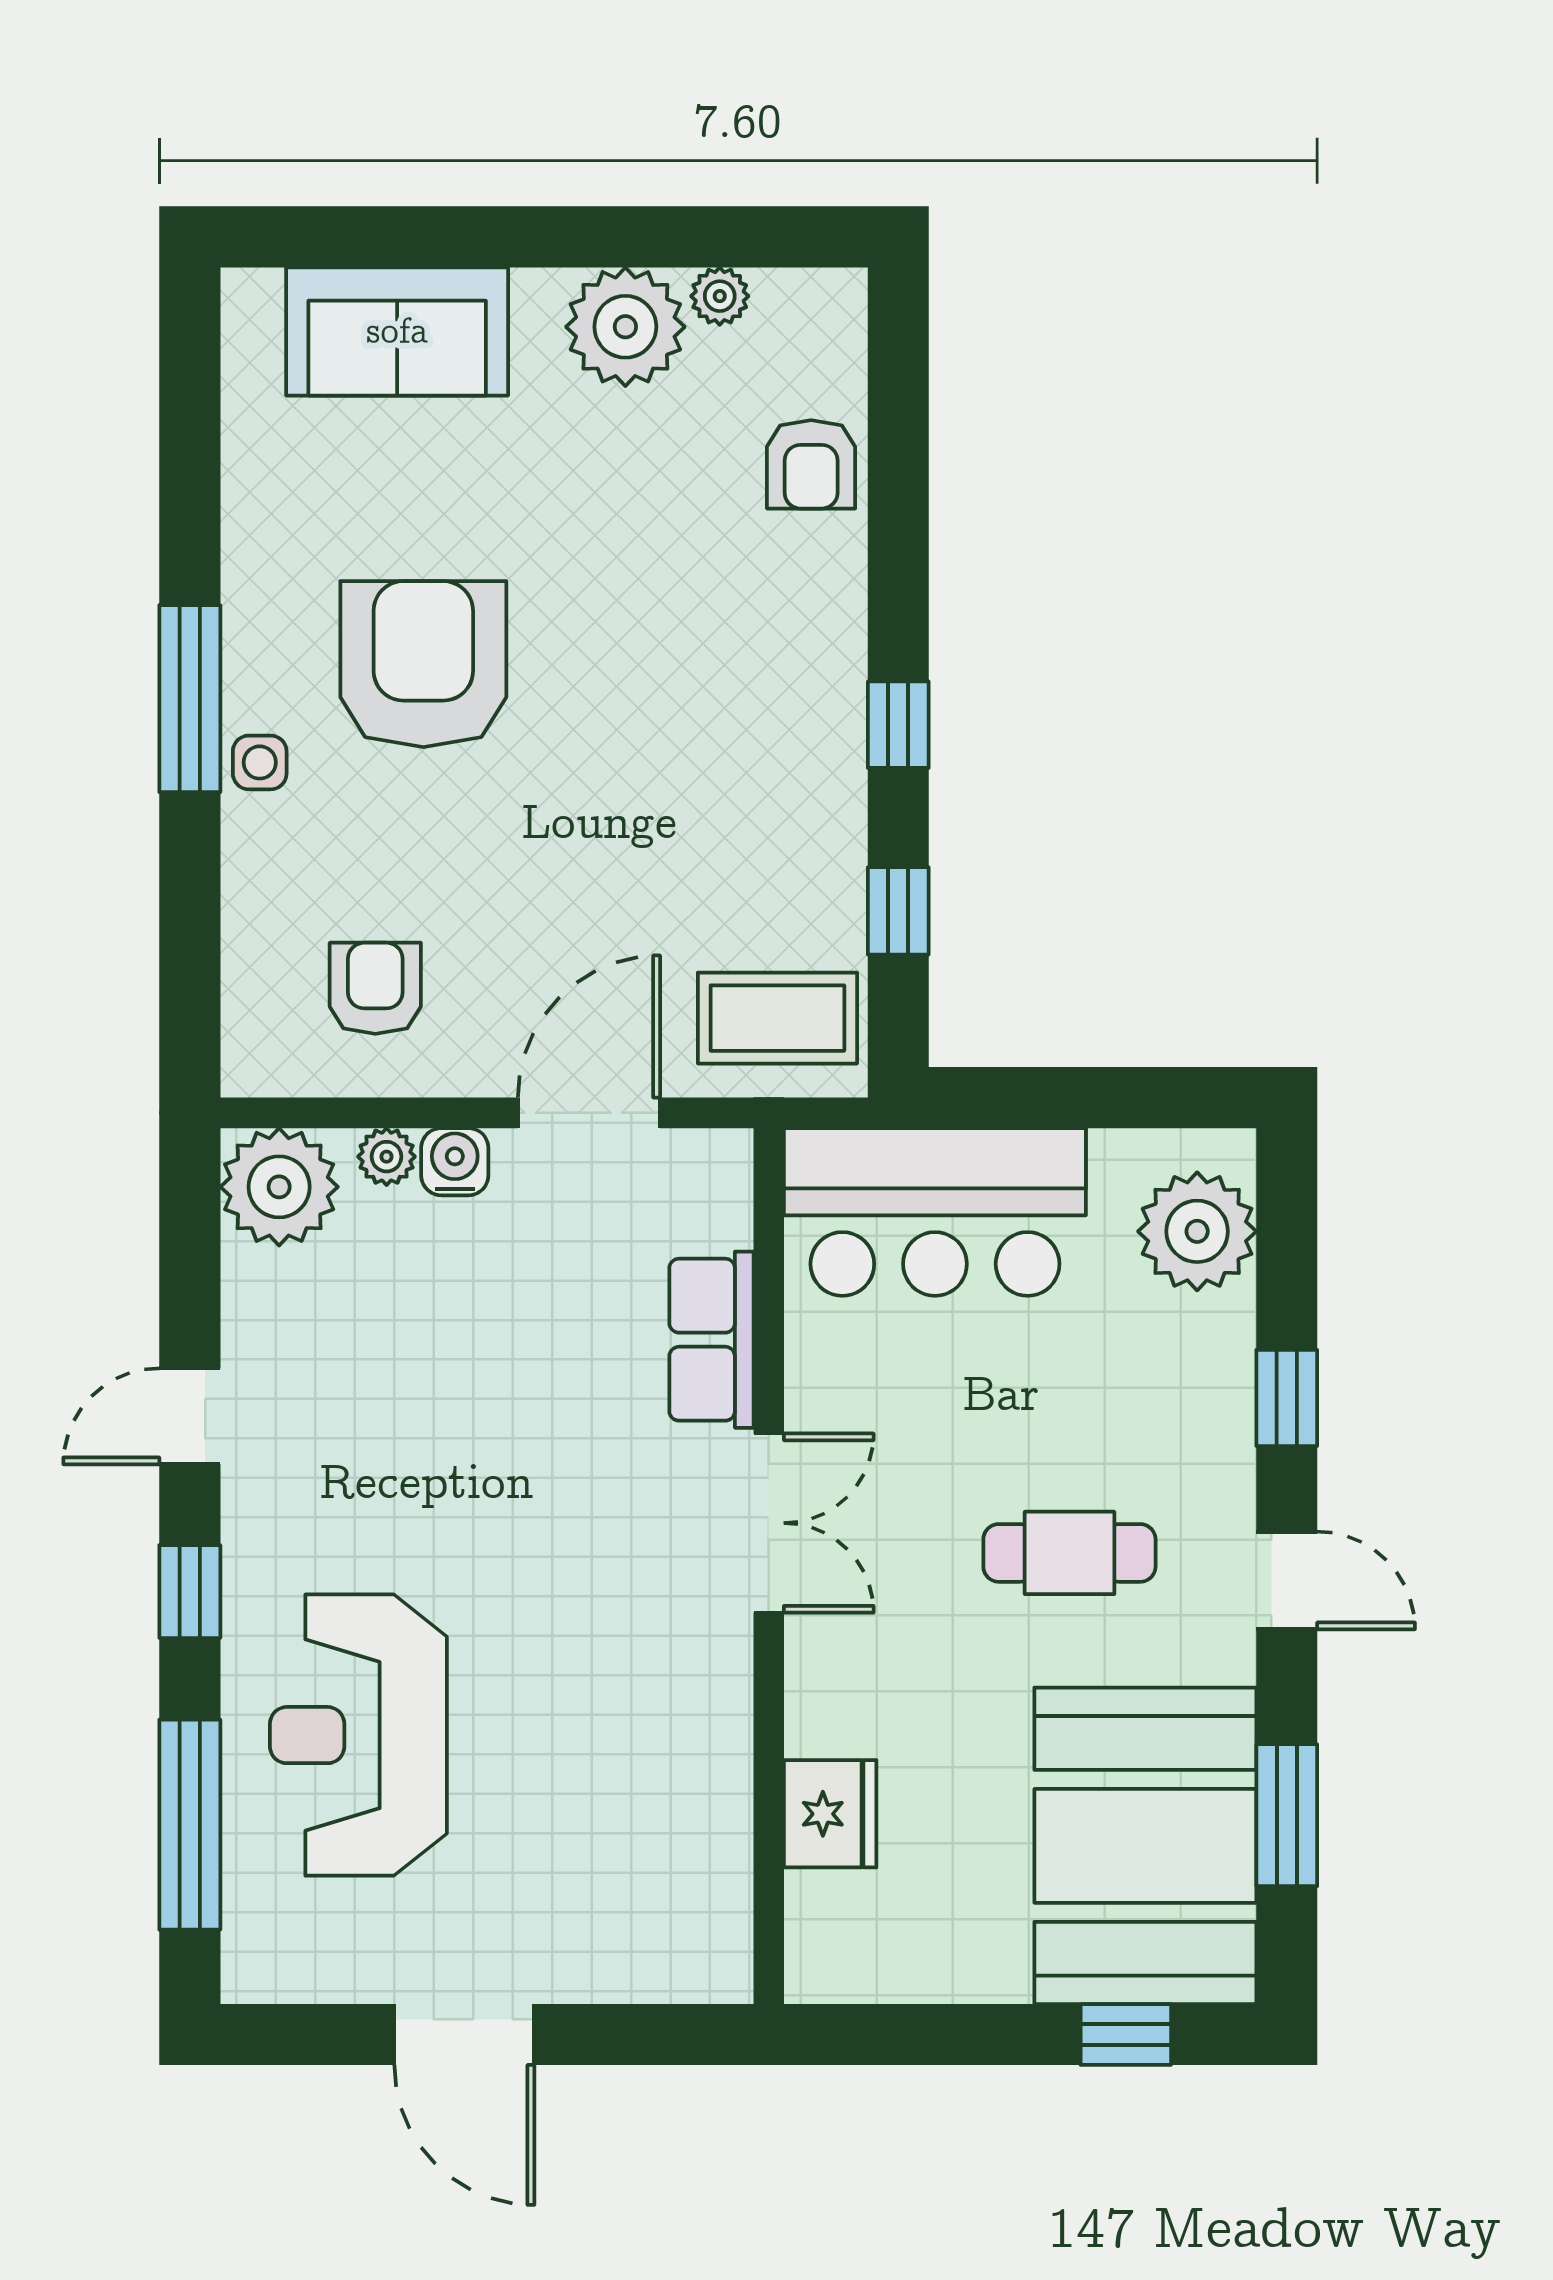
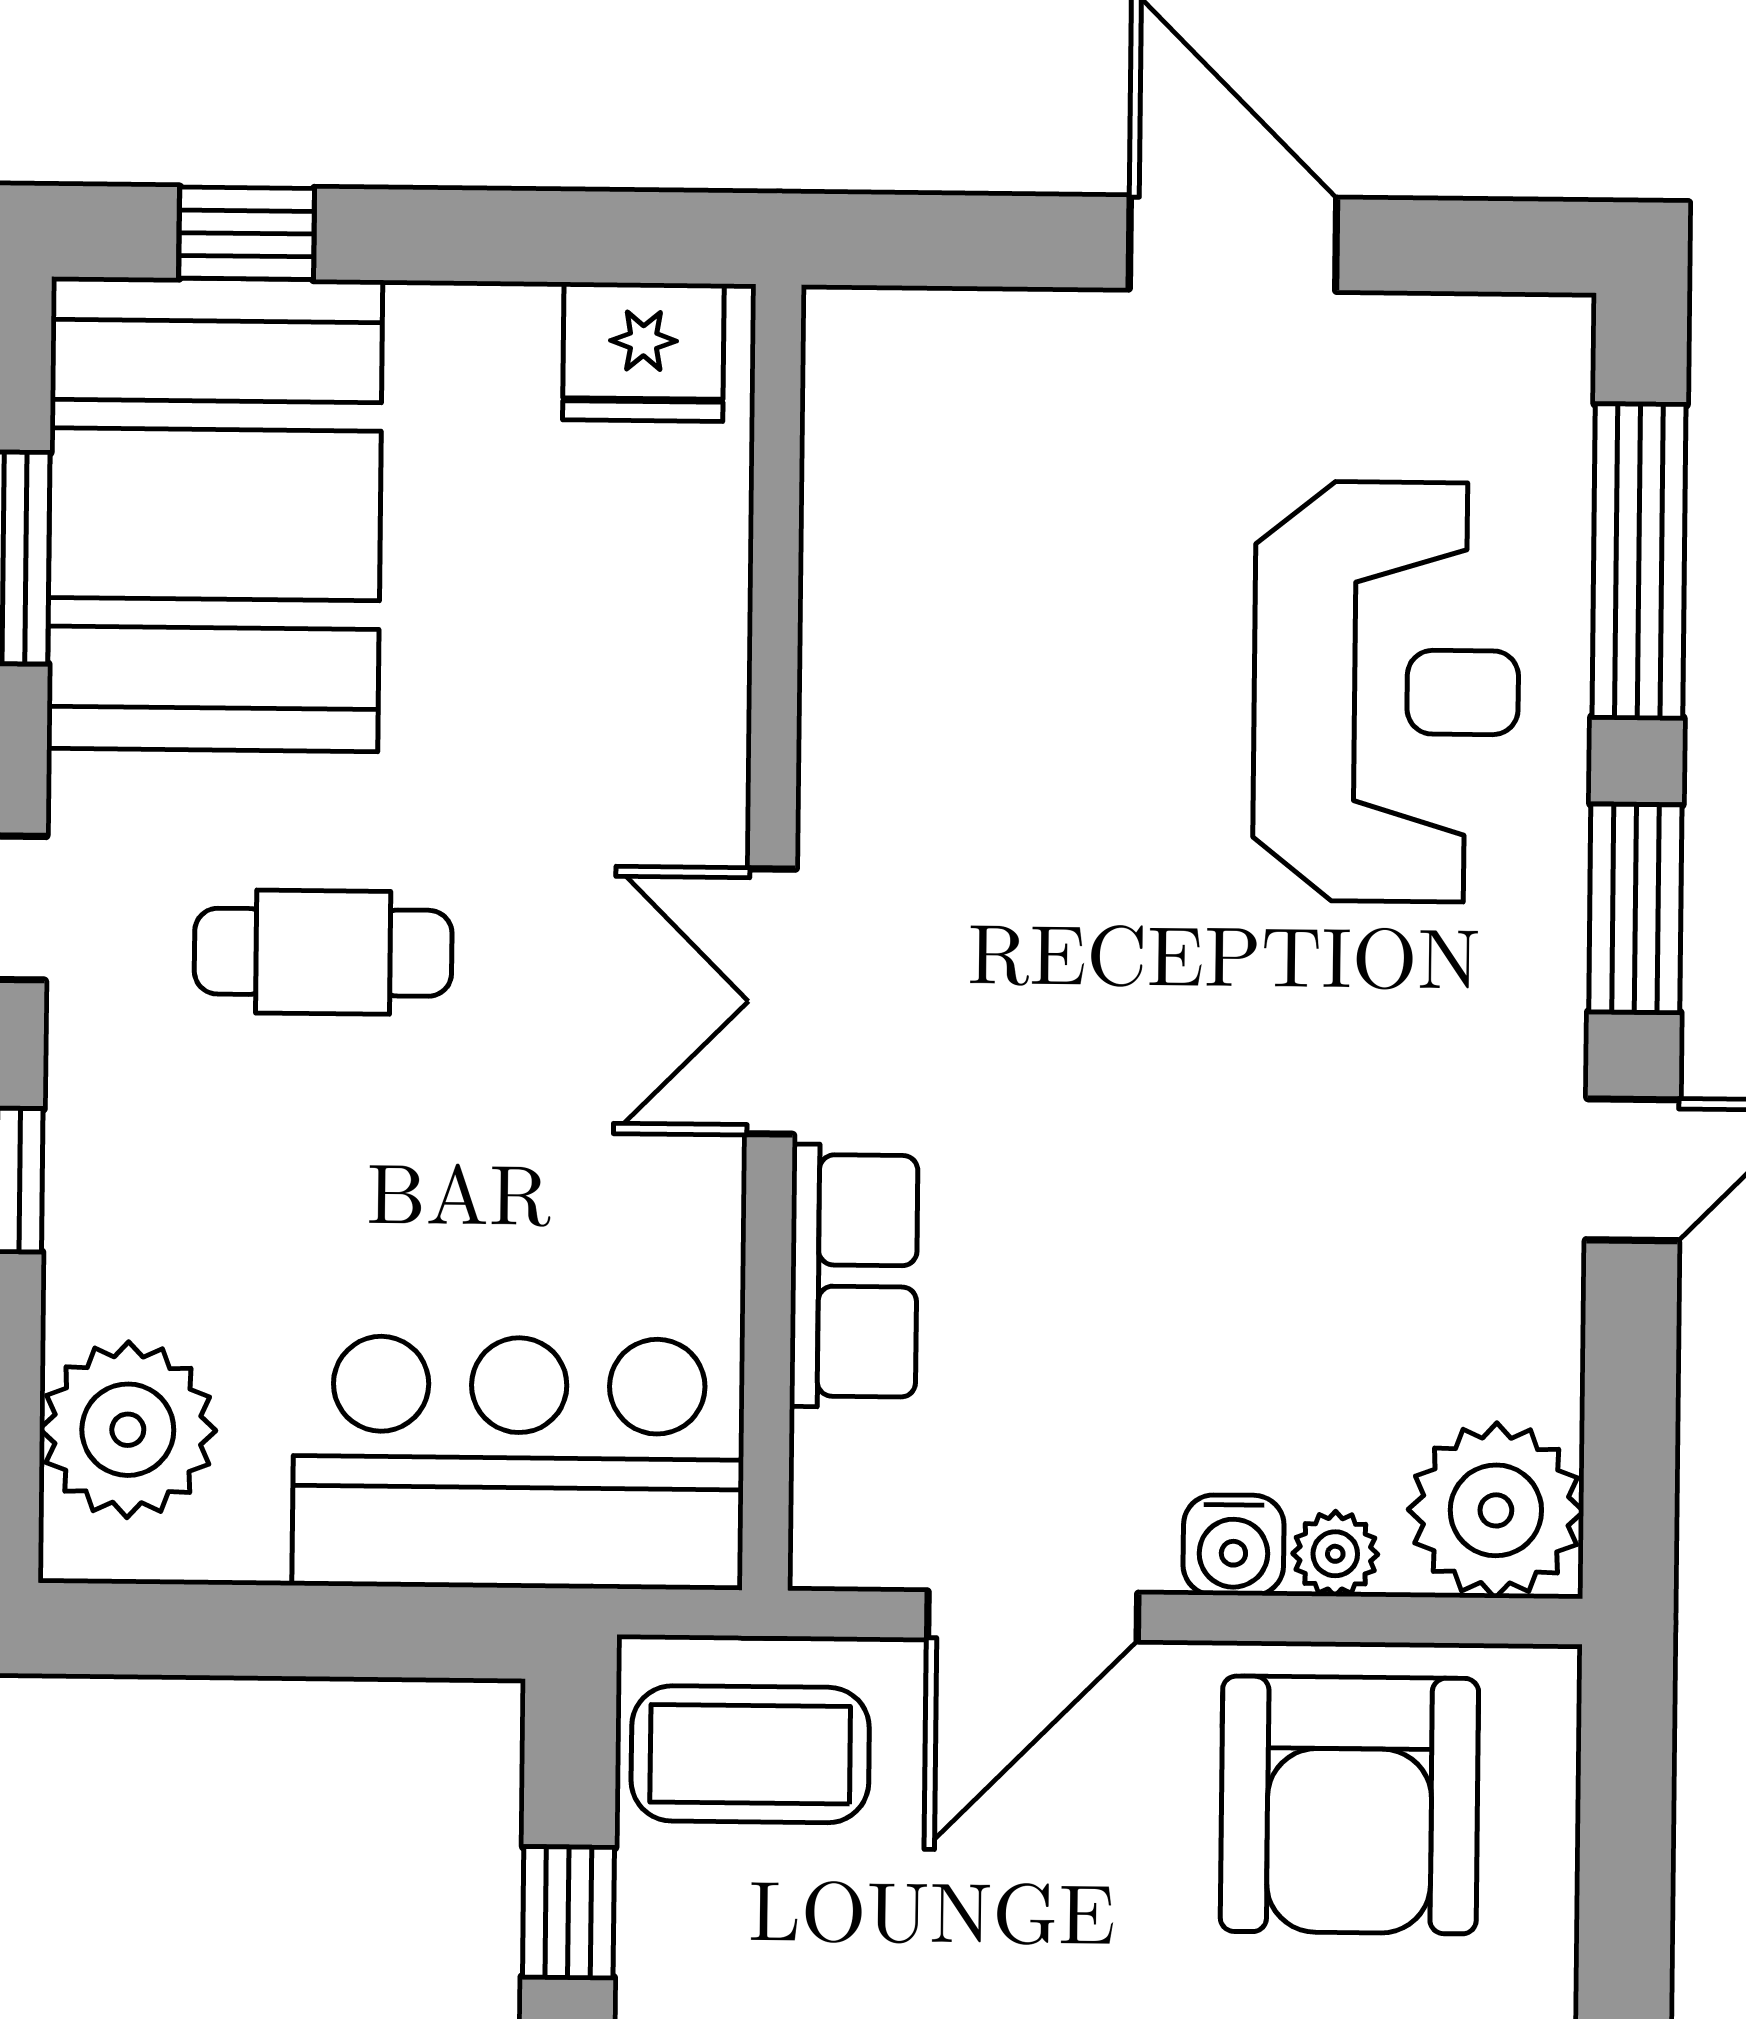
armchair: (375, 988) -> (1349, 1805), width x1.88, depth x1.88
window: (190, 1592) -> (1635, 908), width x1.50
fridge: (830, 1814) -> (643, 352), moved, turned -90

